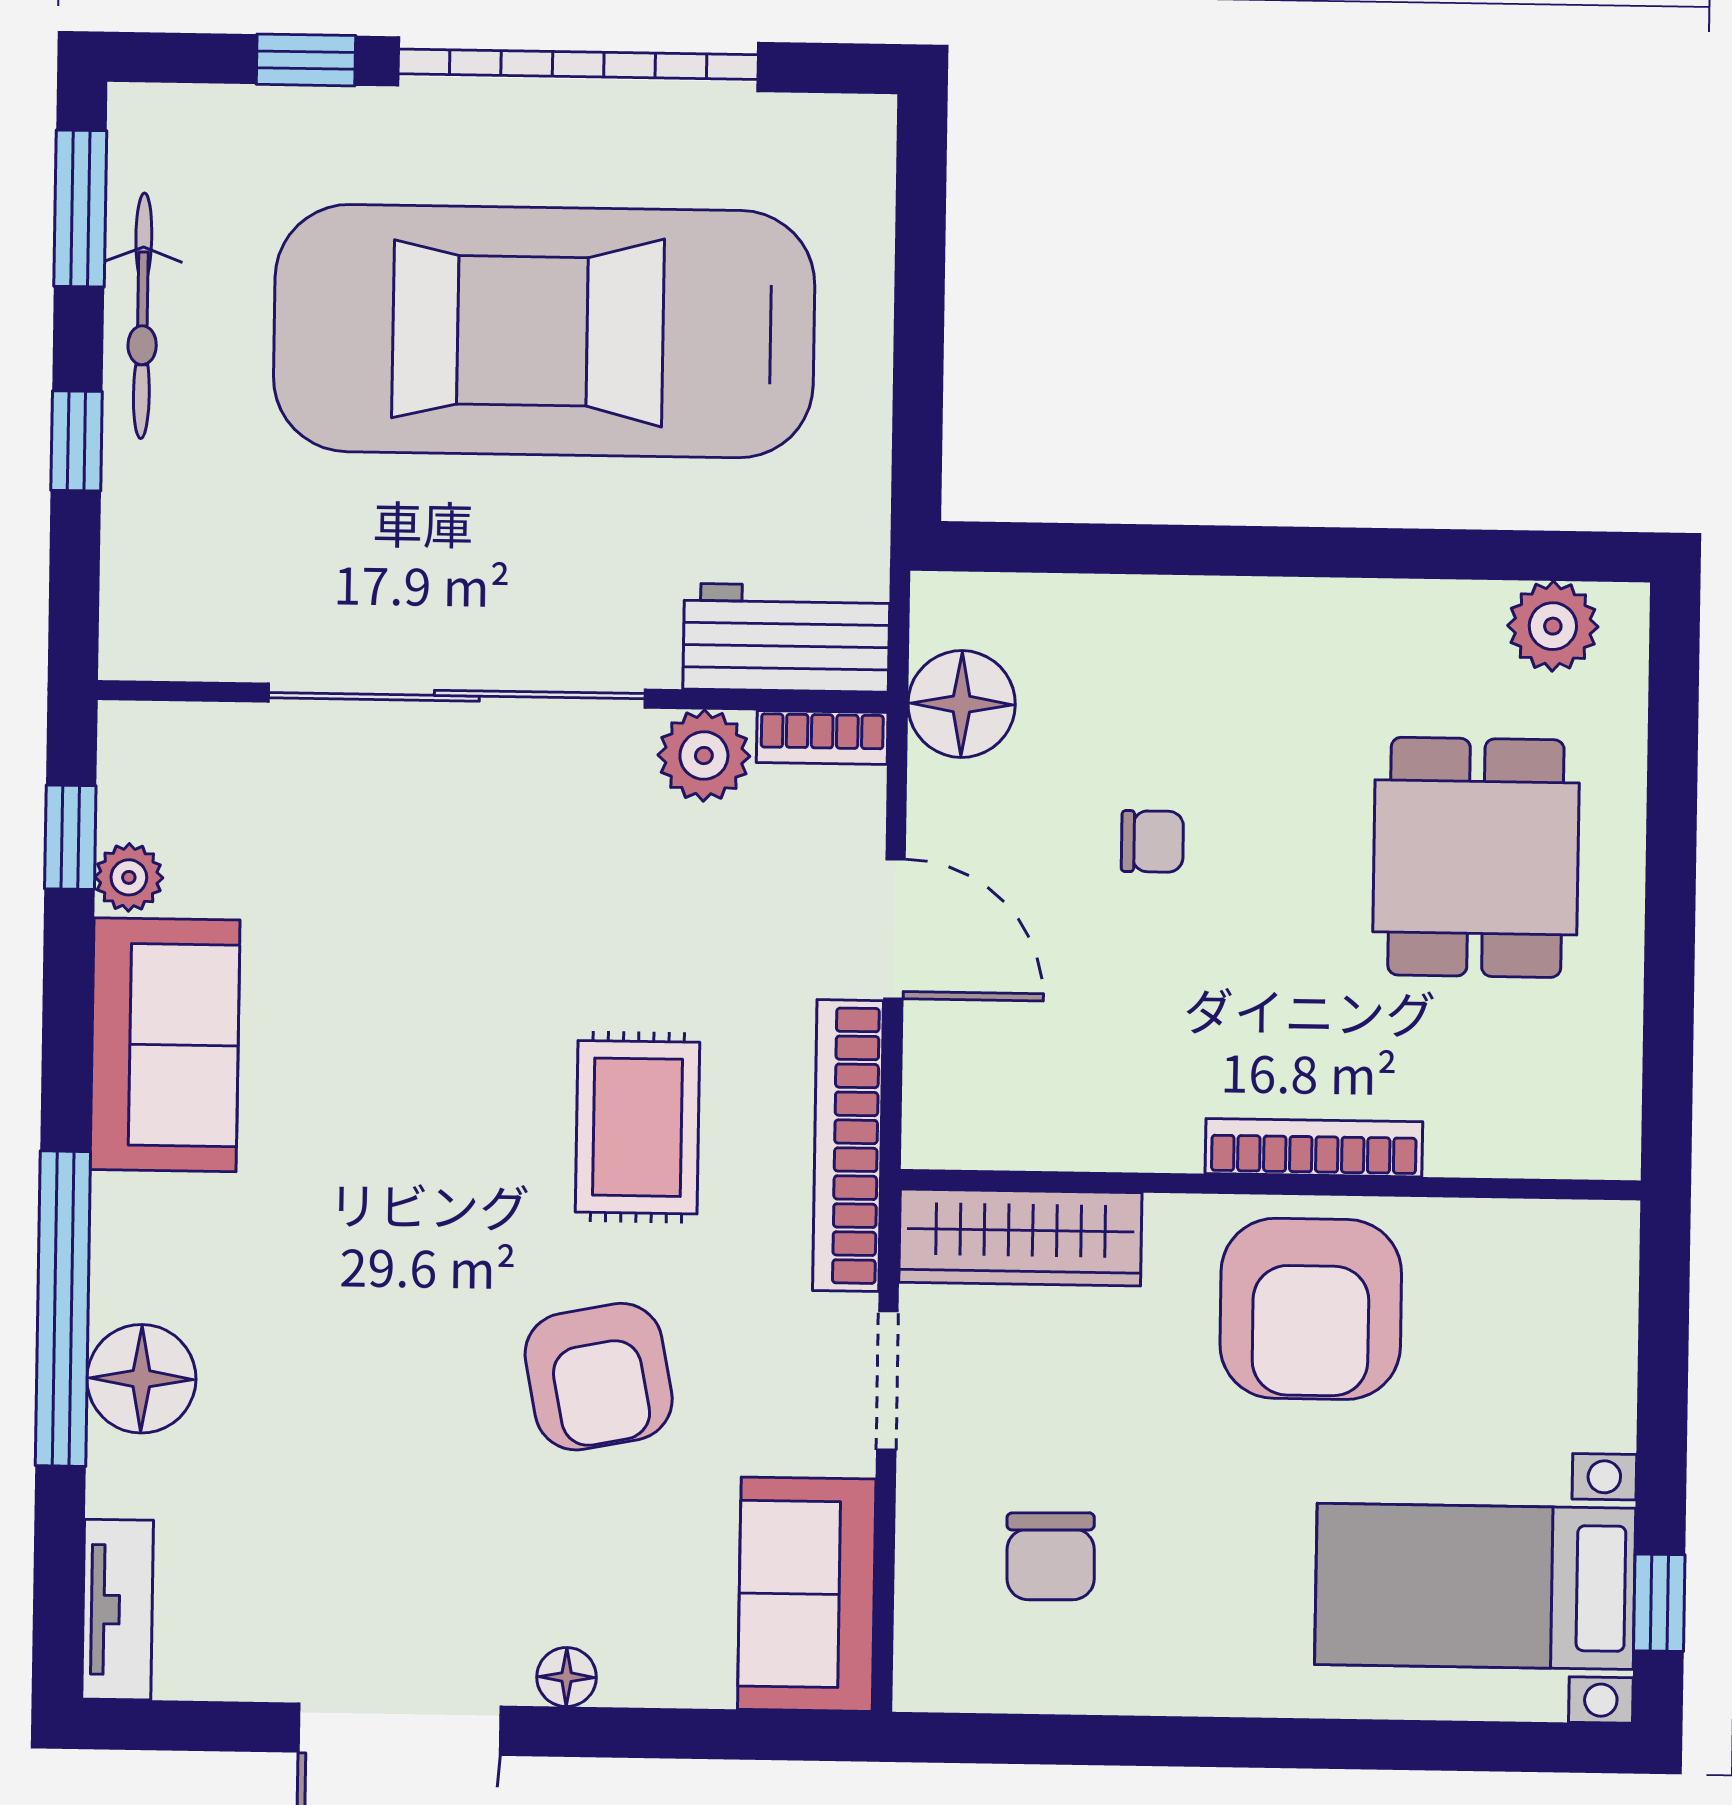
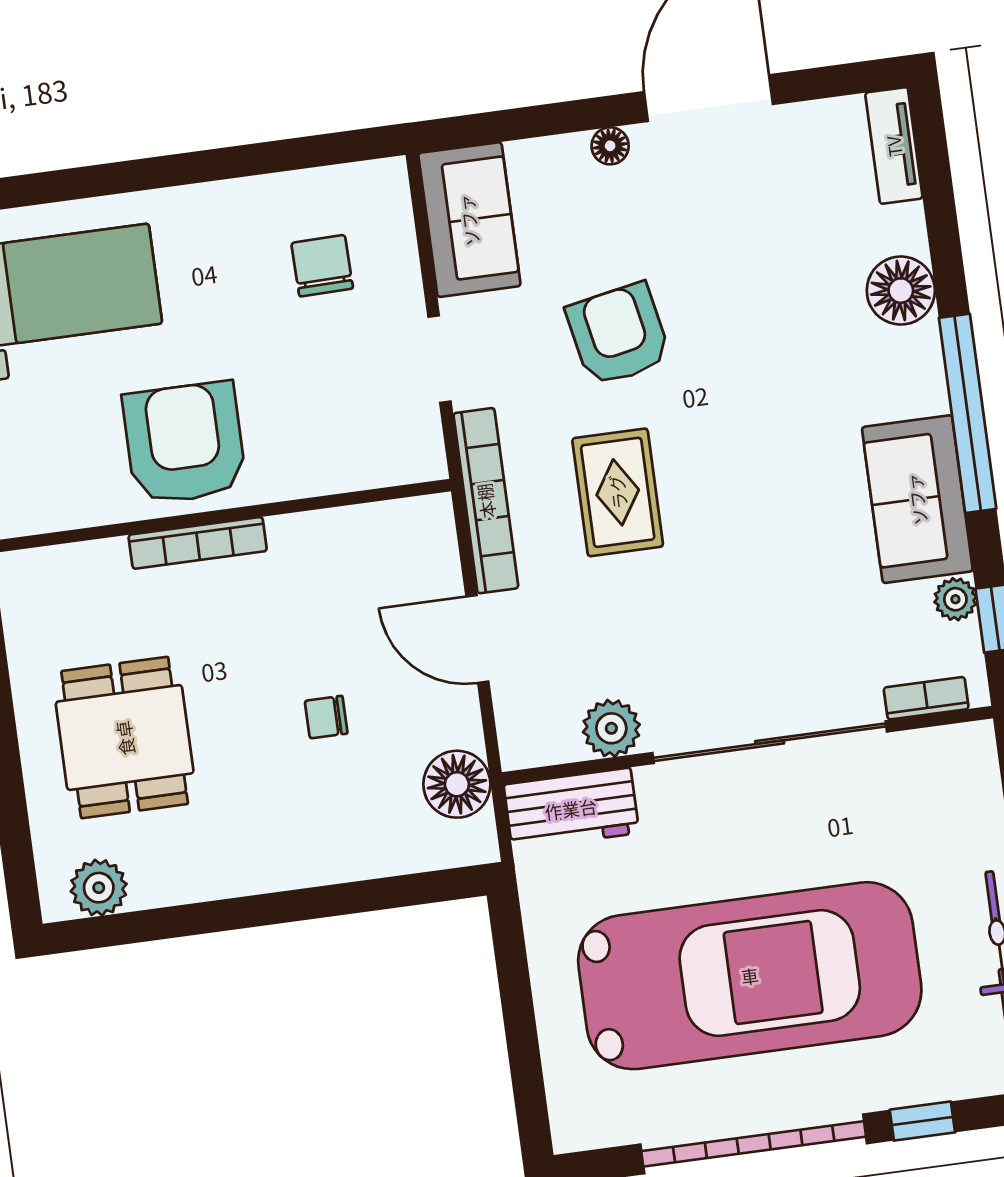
bookcase: (822, 738) -> (926, 698), moved
wardrobe: (1020, 1238) -> (371, 460), removed
window: (63, 1309) -> (968, 413), moved

